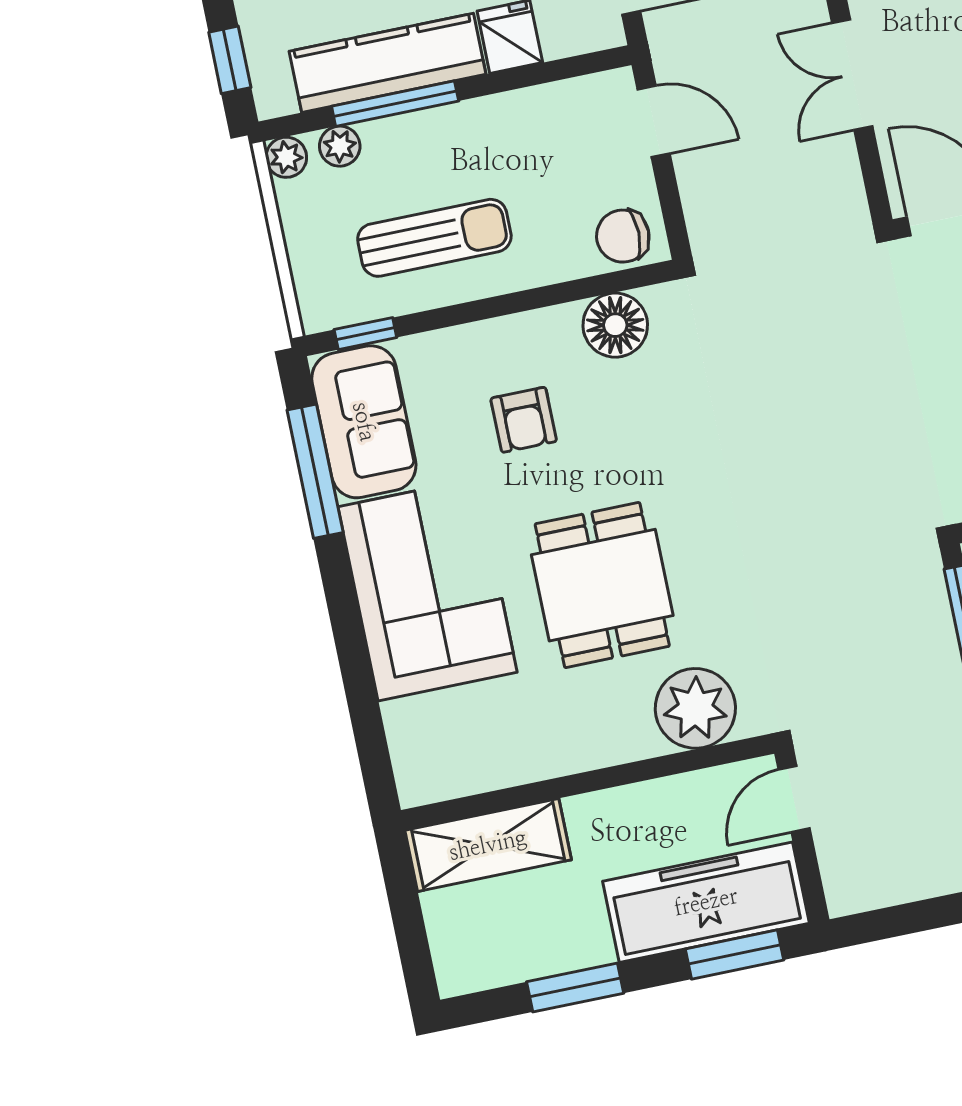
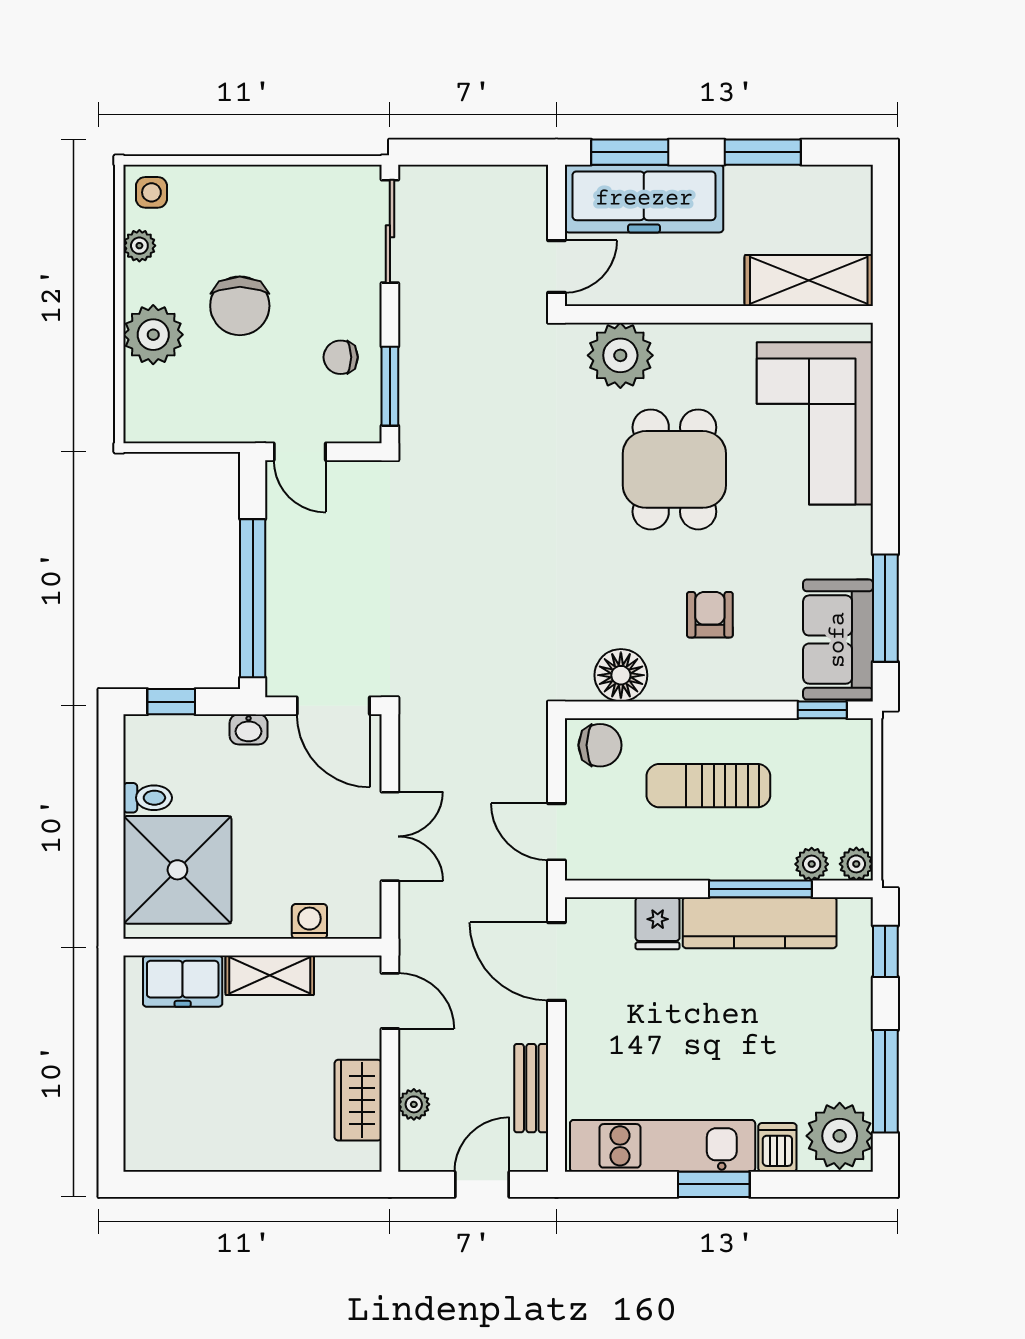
sun lounger: (434, 238) -> (708, 786), moved
corner sofa: (428, 589) -> (815, 423), moved

